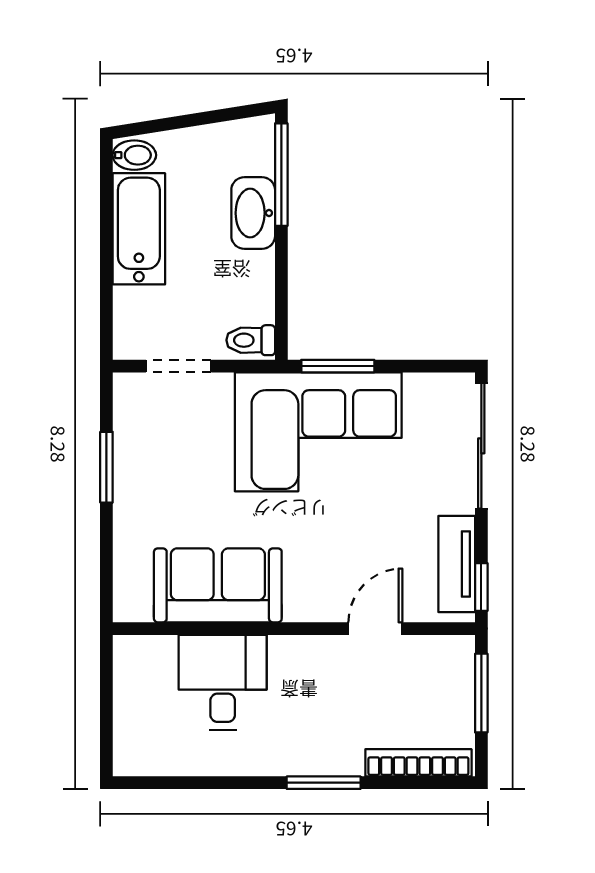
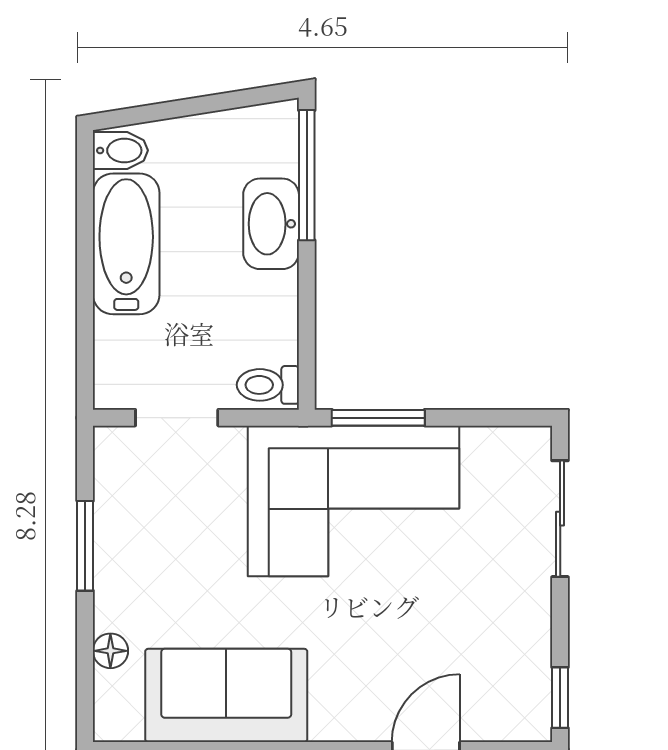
sliding door: (481, 446) -> (560, 519), width x0.73
floor lamp: (126, 550) -> (110, 651), added
tv unit: (457, 564) -> (529, 668), removed

